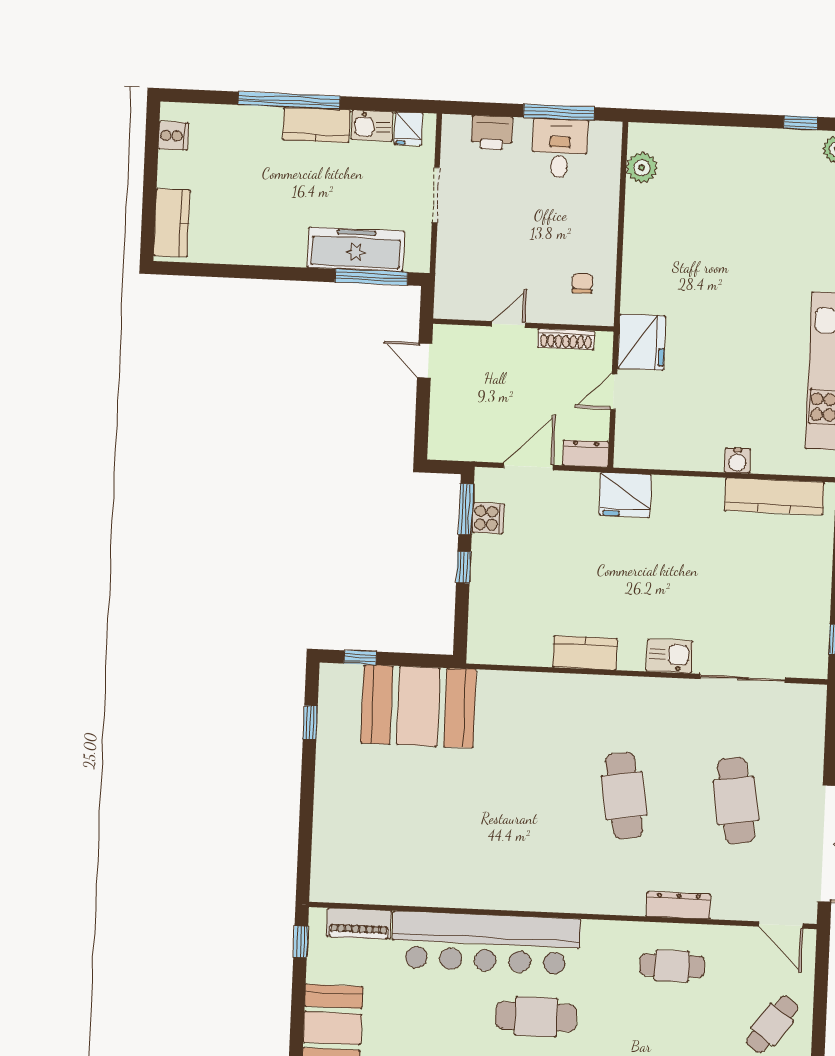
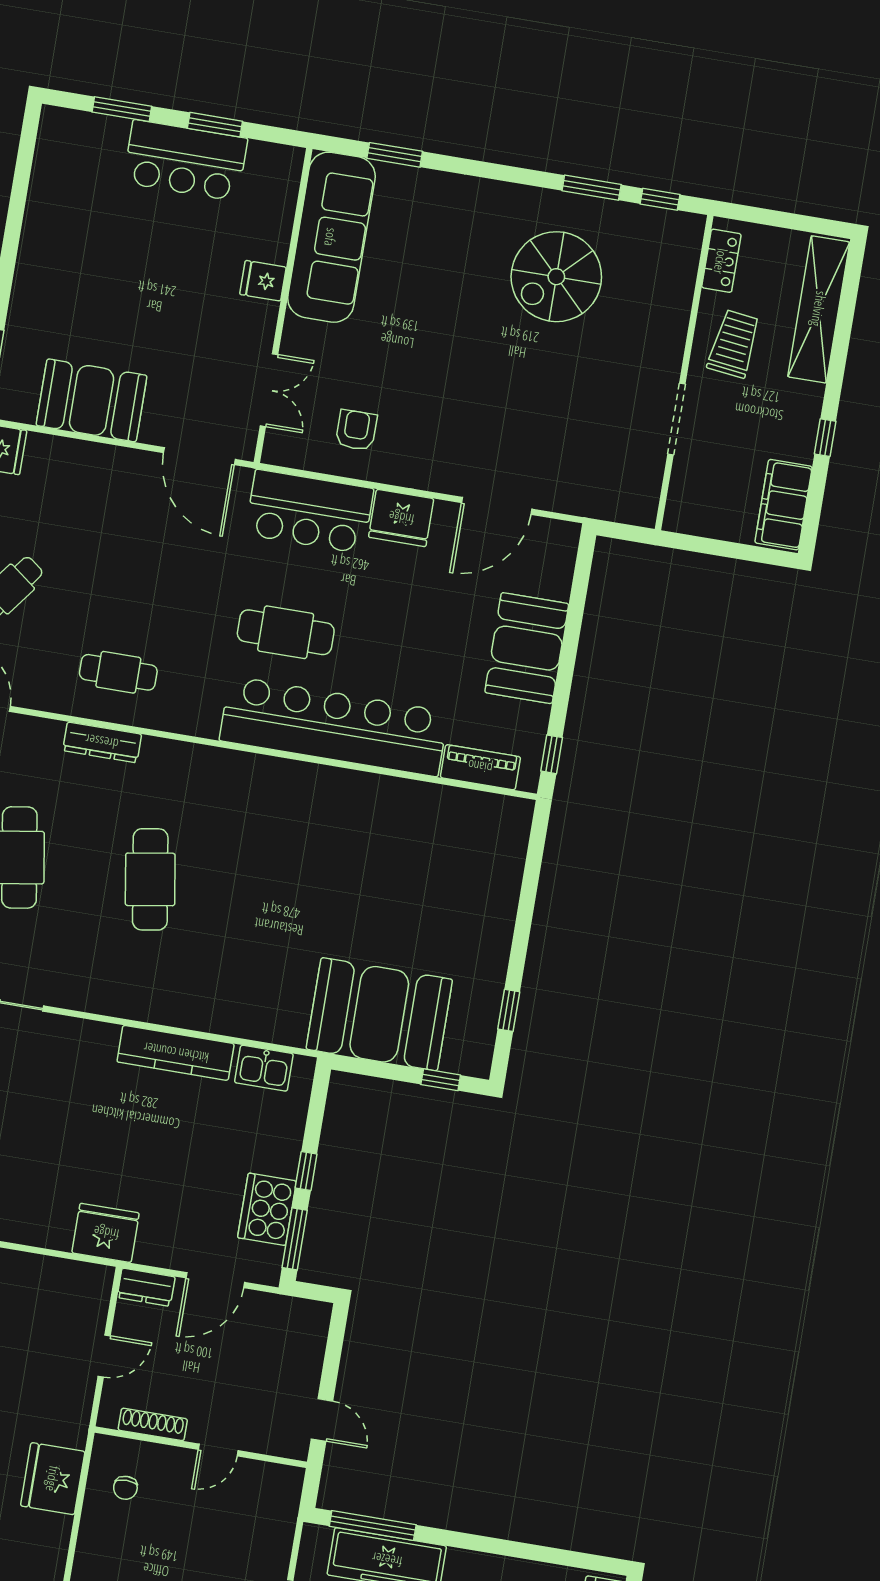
fridge: (642, 342) -> (53, 1479), moved
cooker: (488, 518) -> (267, 1209), width x1.87, depth x1.31
kitchen counter: (585, 653) -> (176, 1053), width x1.50
kitchen sink: (669, 656) -> (264, 1068), moved

